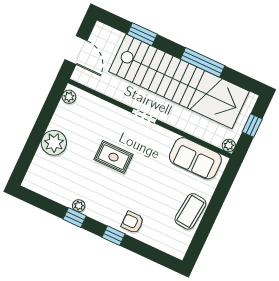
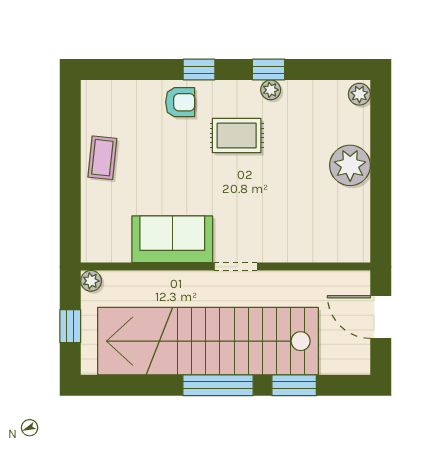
window: (203, 62) -> (218, 385), moved
plant: (69, 97) -> (359, 94), moved
rug: (113, 157) -> (237, 135), moved
sofa: (195, 158) -> (172, 239), moved
coffee table: (190, 211) -> (102, 158), width x0.73, depth x0.77

